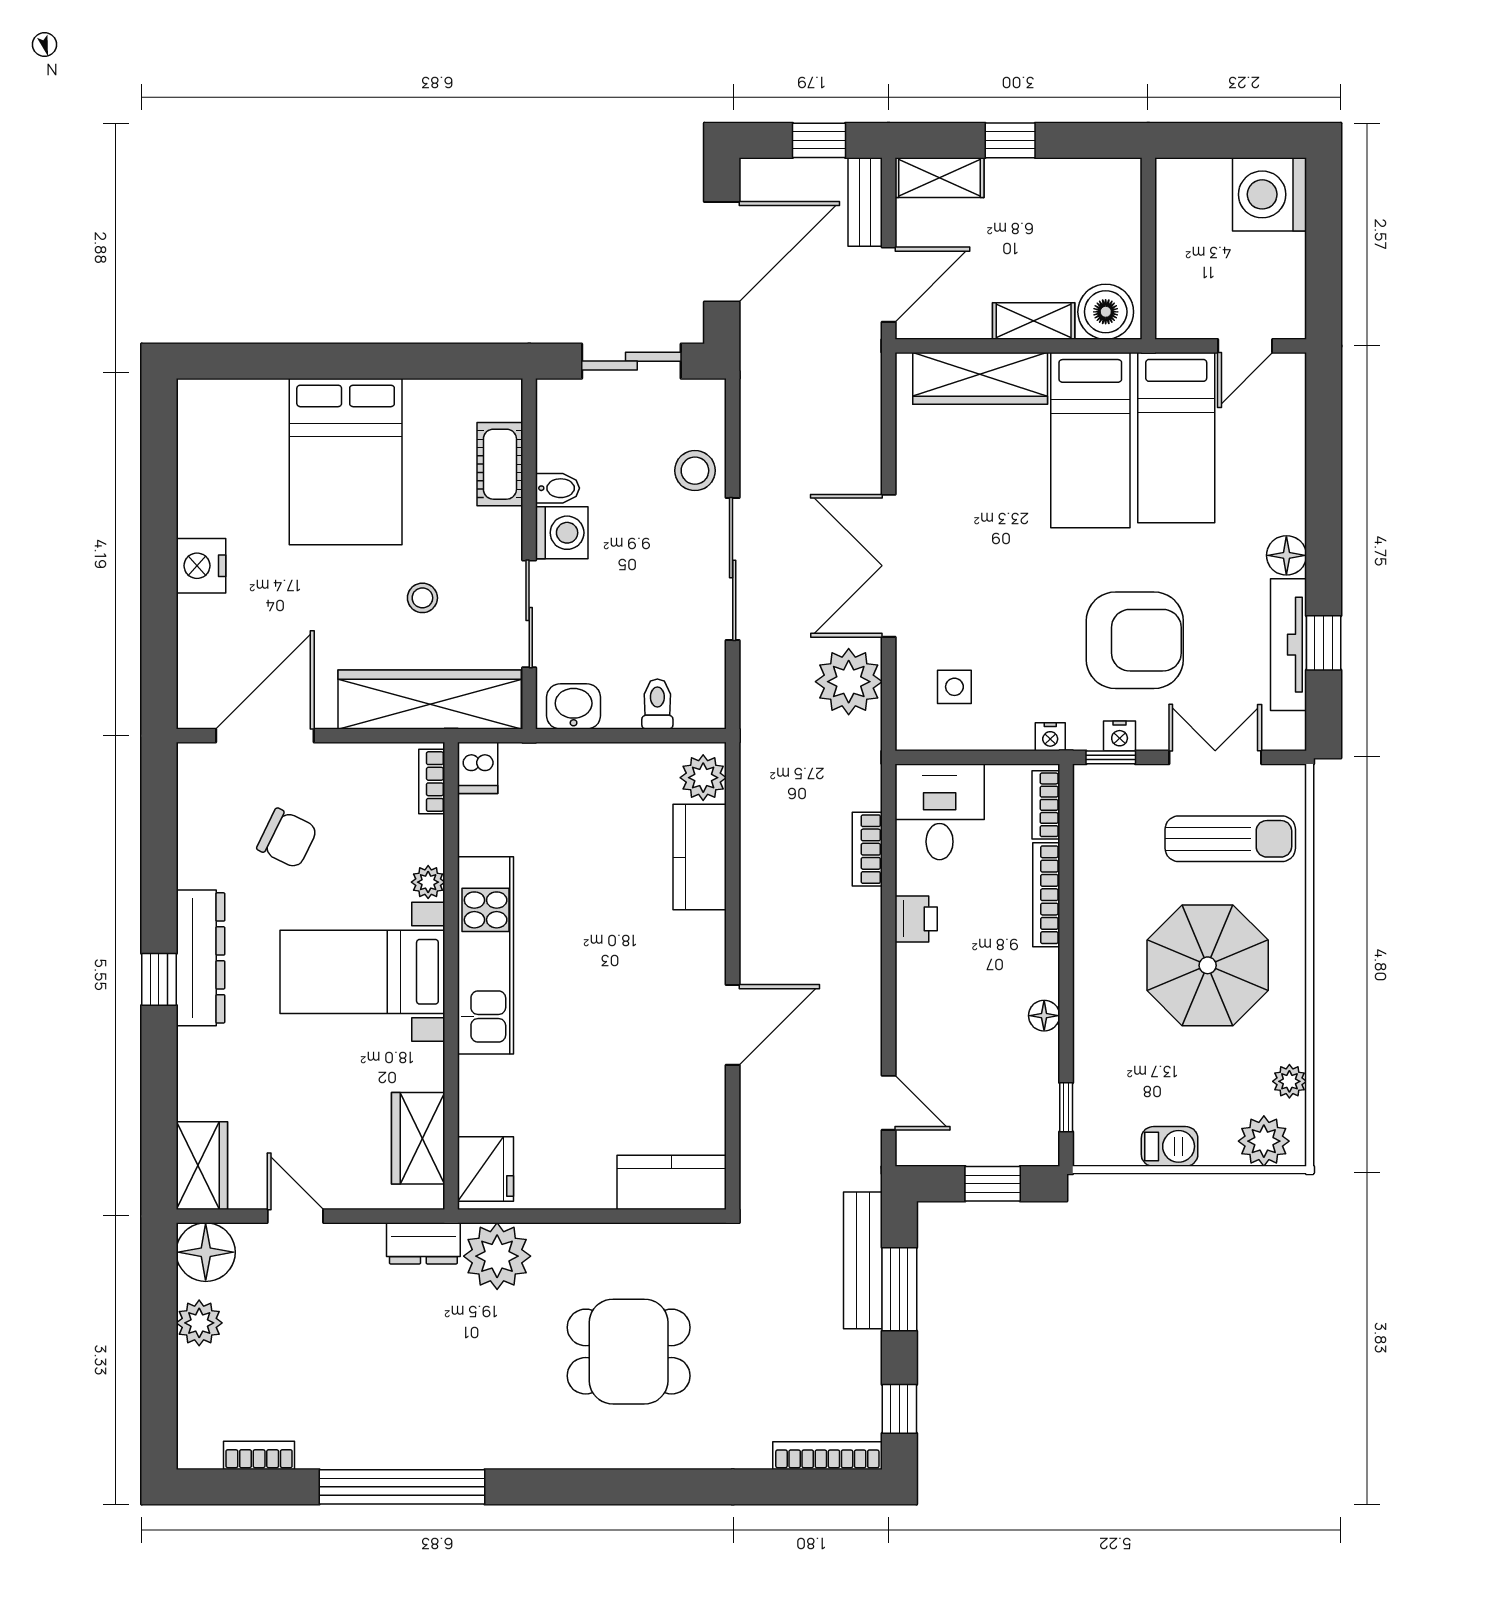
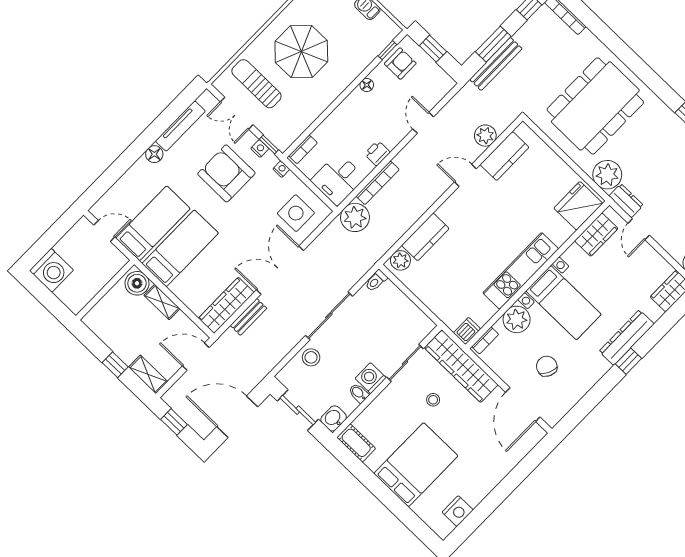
bench: (865, 202) -> (249, 317), moved
wardrobe: (980, 378) -> (226, 305), moved, turned -90
cot: (500, 464) -> (356, 443), moved, turned 90
nightstand: (201, 566) -> (458, 511), moved
double door: (889, 566) -> (280, 270), swing flipped
window: (1324, 643) -> (169, 116), removed
plant: (849, 682) -> (355, 217), moved
side table: (954, 687) -> (296, 213), width x1.87, depth x1.87
toilet: (657, 704) -> (376, 281), moved
washbasin: (574, 706) -> (334, 418), moved, turned 90
door: (265, 736) -> (523, 405), hinge flipped
bookcase: (867, 849) -> (378, 183), width x1.56
plant: (428, 882) -> (517, 319), width x1.87, depth x1.87
bookcase: (1046, 895) -> (330, 122), removed
dresser: (201, 958) -> (627, 338), moved
door: (733, 1025) -> (465, 175), width x0.73
door: (889, 1103) -> (423, 123), moved
armchair: (1023, 1106) -> (400, 64), added
plant: (764, 1124) -> (485, 136), added
fridge: (486, 1169) -> (578, 206), width x1.36, depth x1.34
kitchen counter: (672, 1182) -> (505, 156), moved, turned -90
door: (295, 1216) -> (639, 229), moved
dining table: (629, 1352) -> (595, 106), width x1.88, depth x1.24

